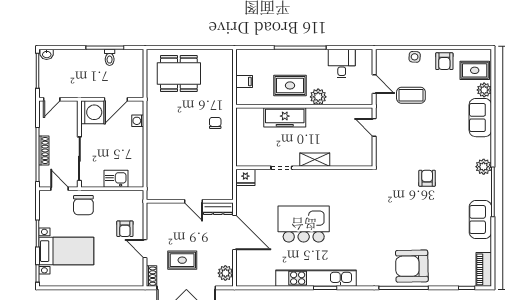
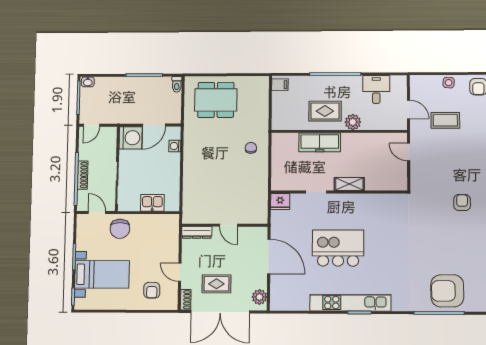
toilet: (110, 57) -> (177, 84), moved
filing cabinet: (244, 81) -> (280, 85), moved
dresser: (218, 209) -> (197, 232), moved
armchair: (125, 229) -> (152, 290), moved

